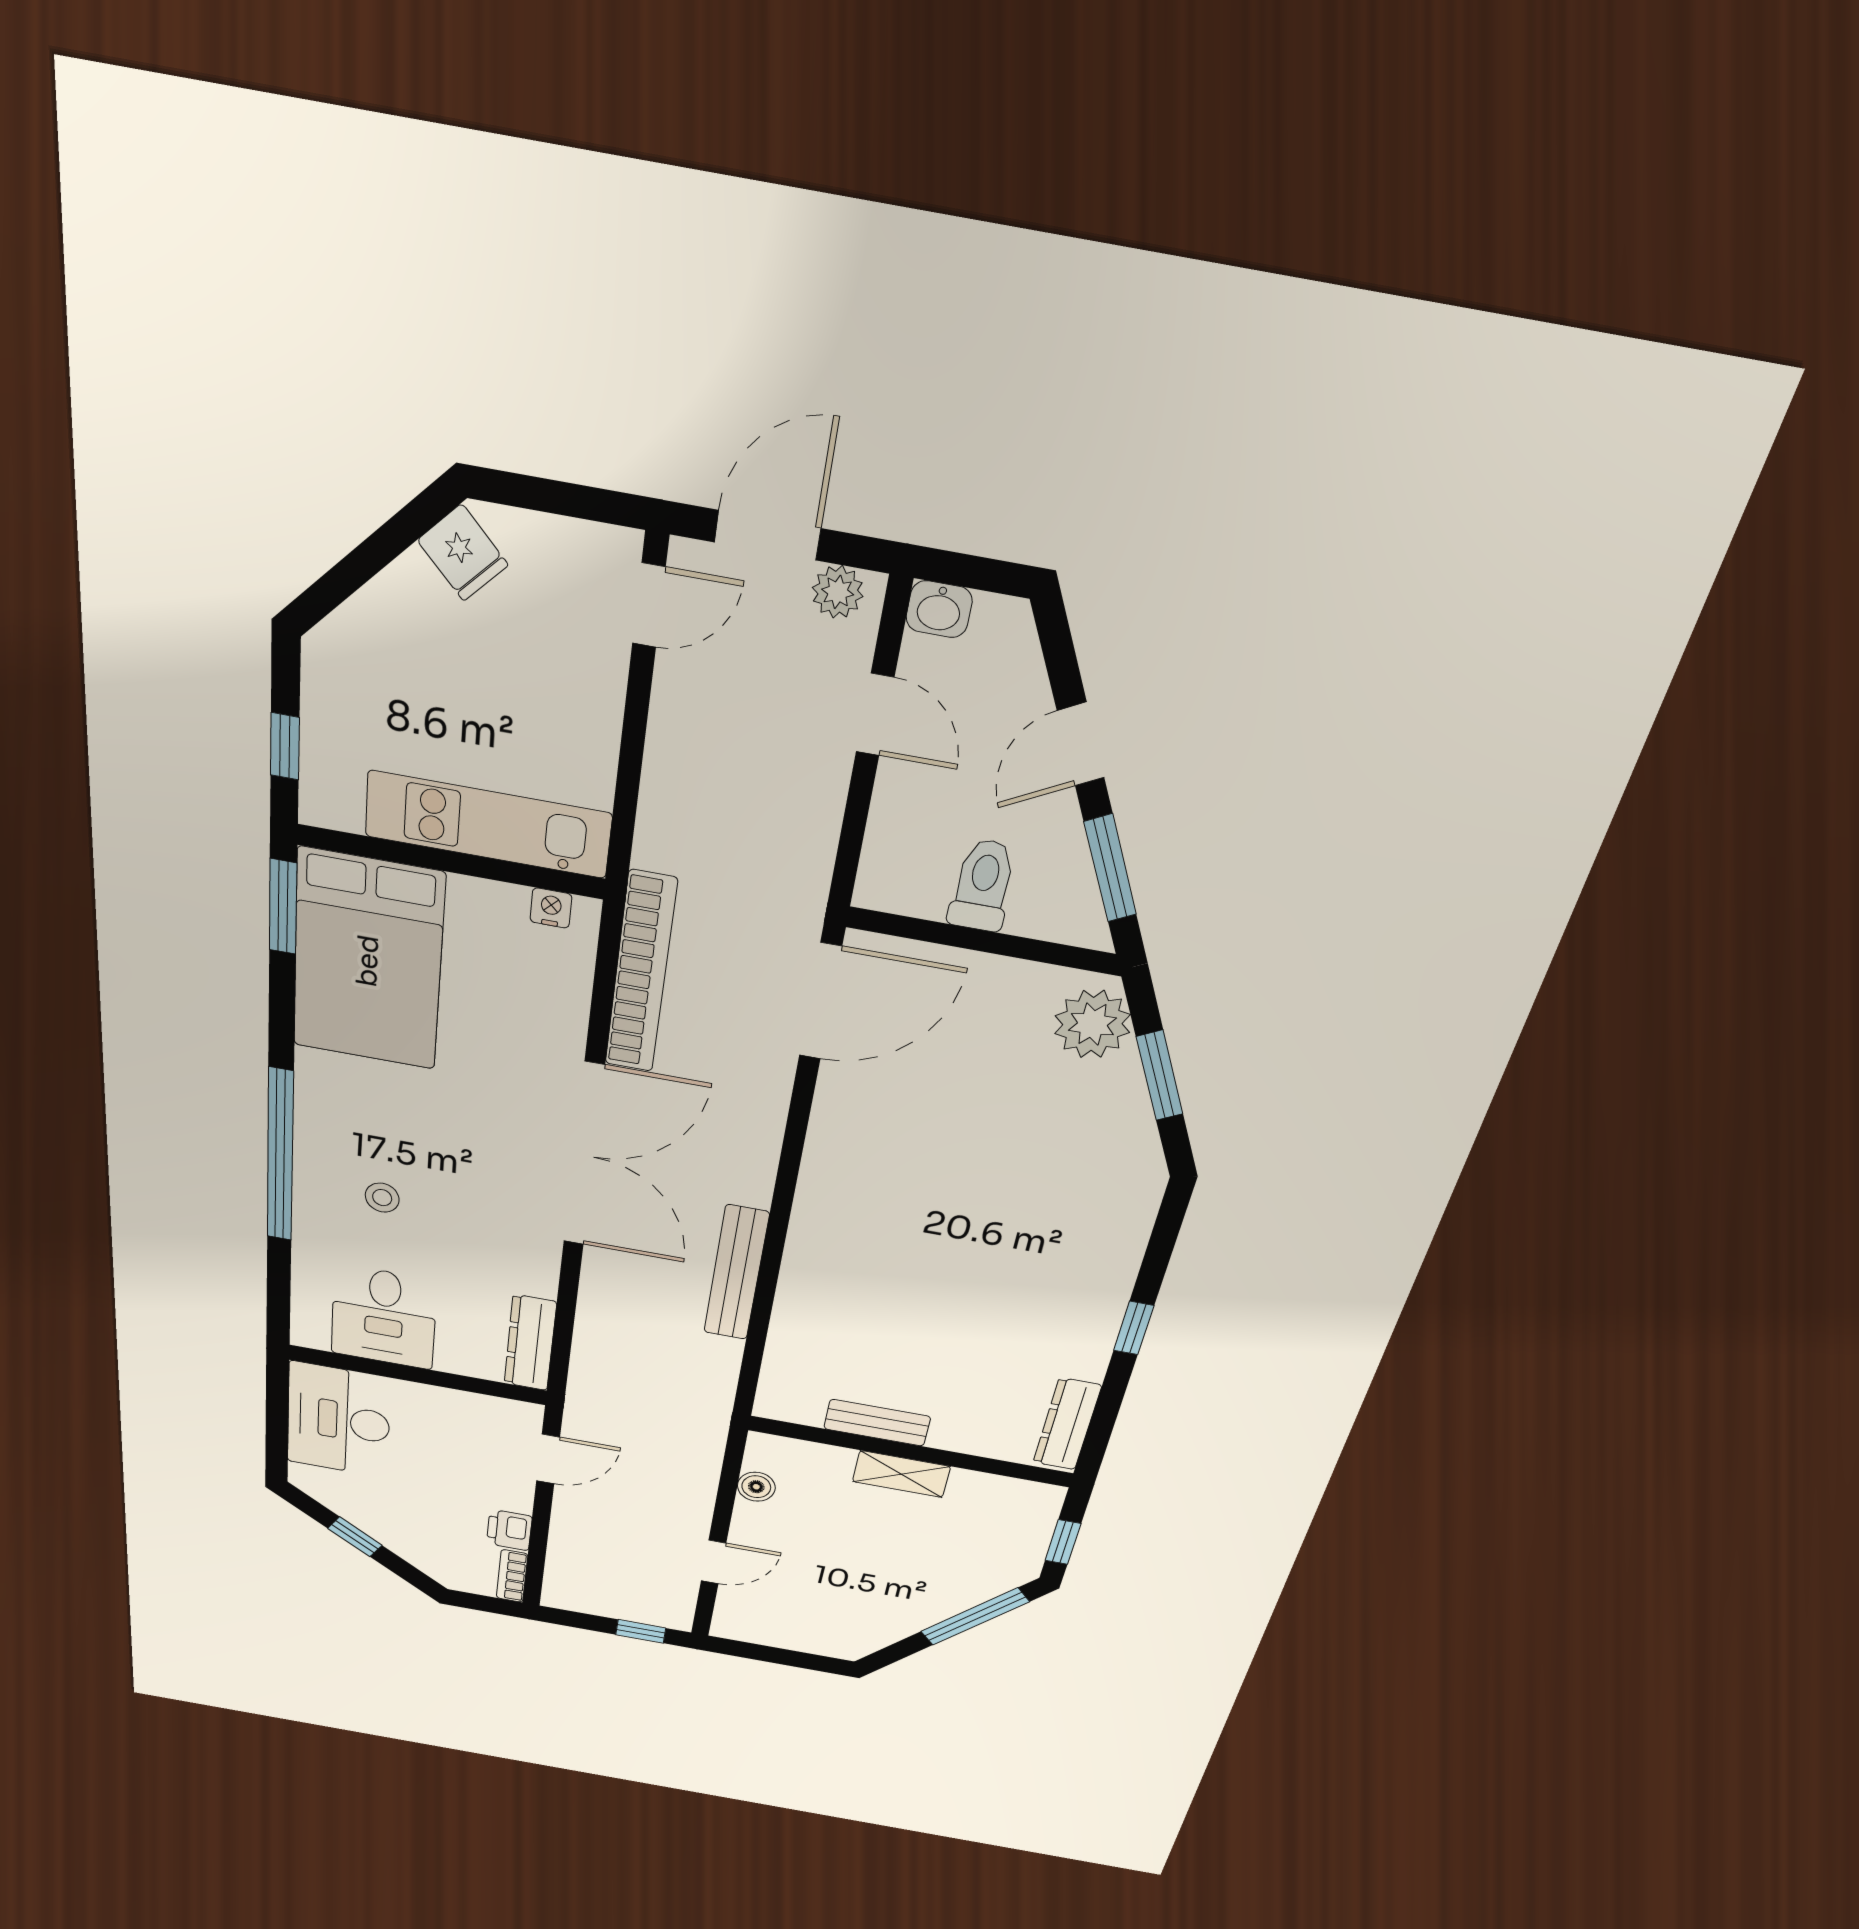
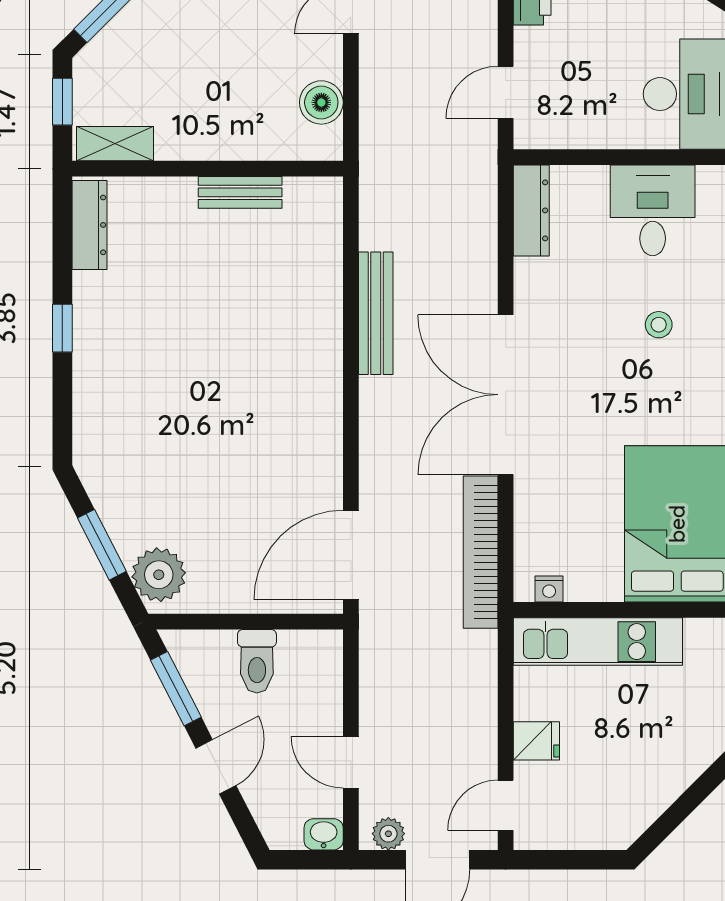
fridge: (463, 553) -> (536, 741), moved, turned 135
shelving: (901, 1474) -> (115, 144), moved
boiler: (756, 1487) -> (321, 102), width x1.36, depth x1.36

